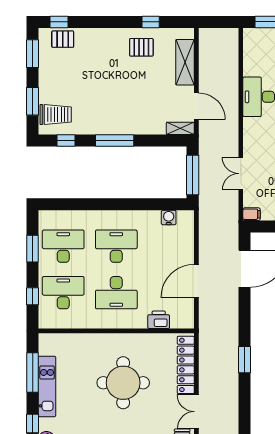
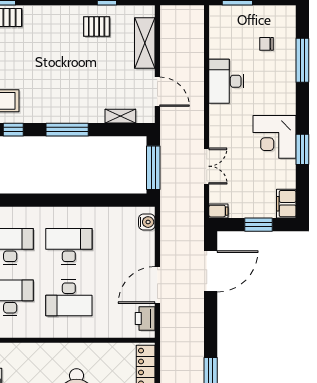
shelving: (180, 128) -> (120, 116), moved
double door: (241, 174) -> (207, 166), swing flipped
water cooler: (169, 217) -> (147, 222), moved, turned 90
printer: (159, 320) -> (145, 318), moved, turned -90

